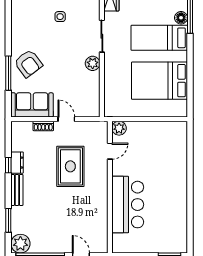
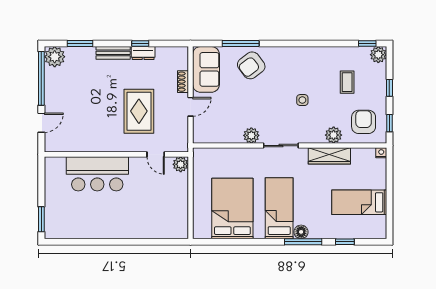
rug: (70, 166) -> (139, 111), turned 90

